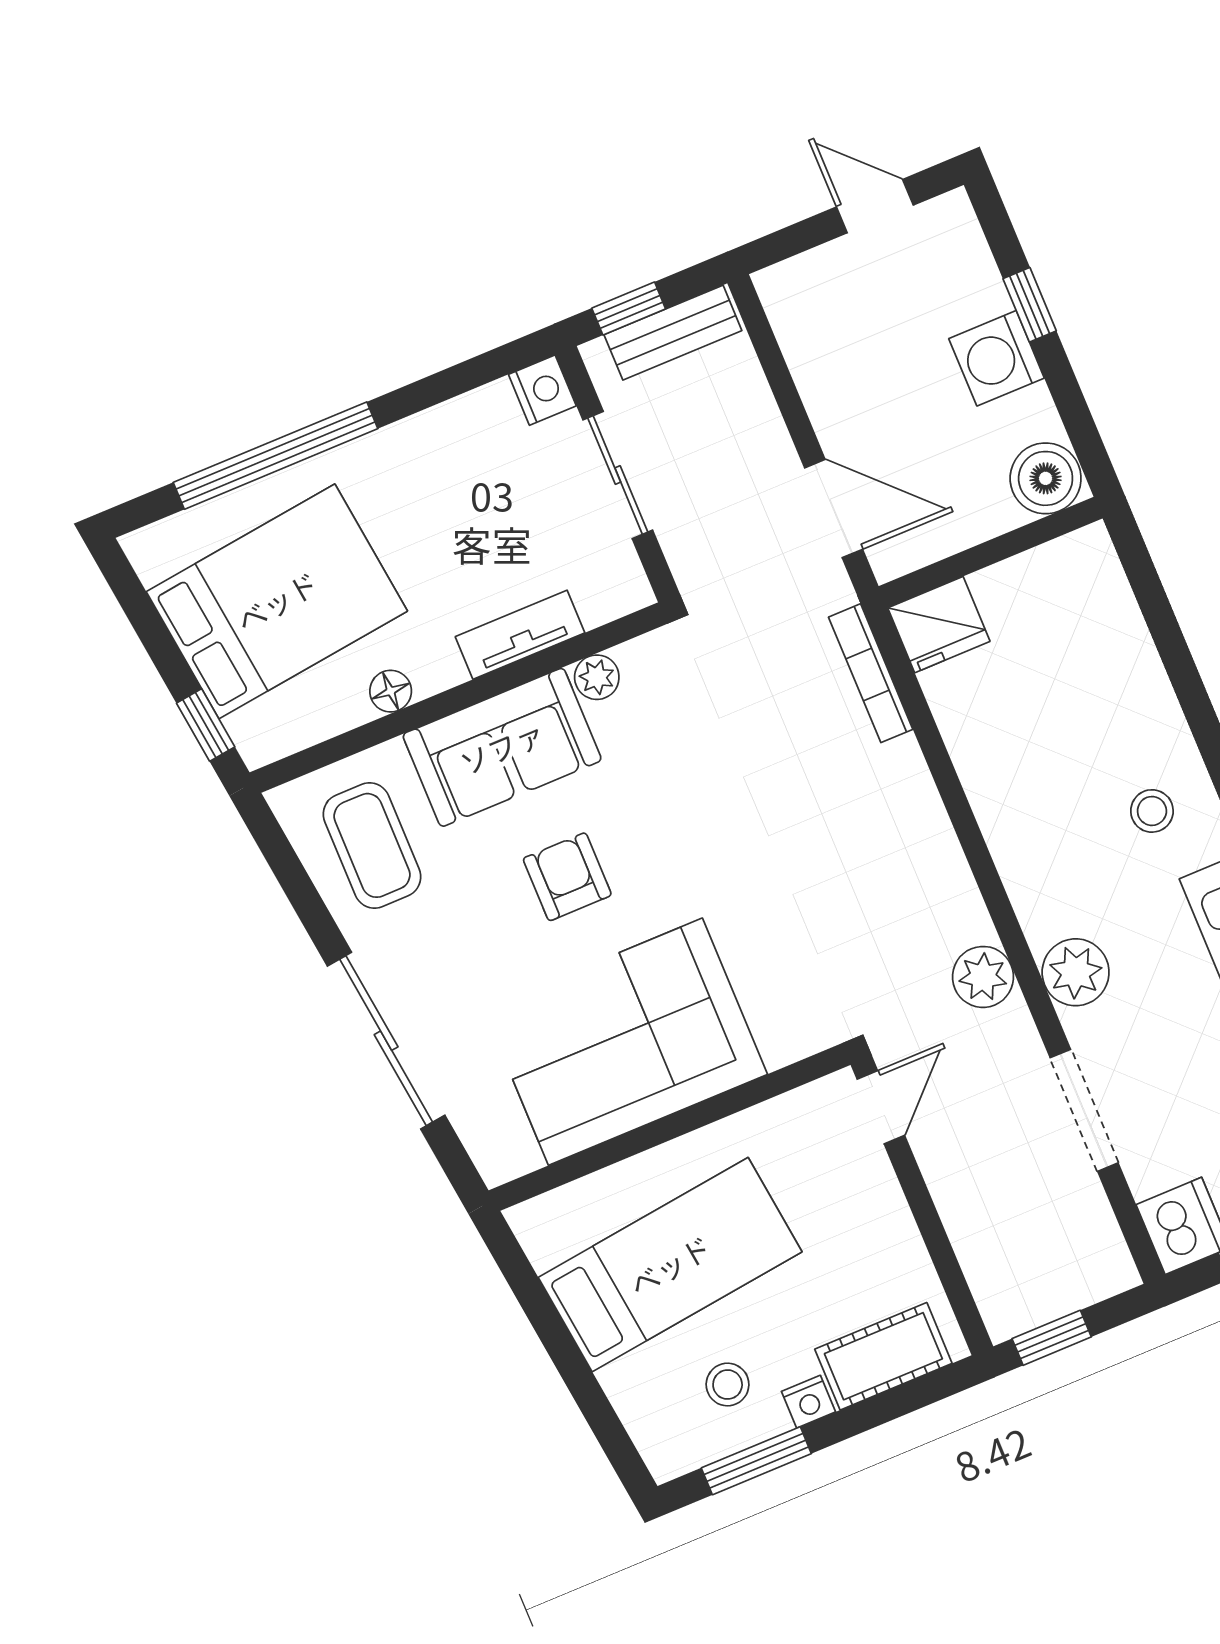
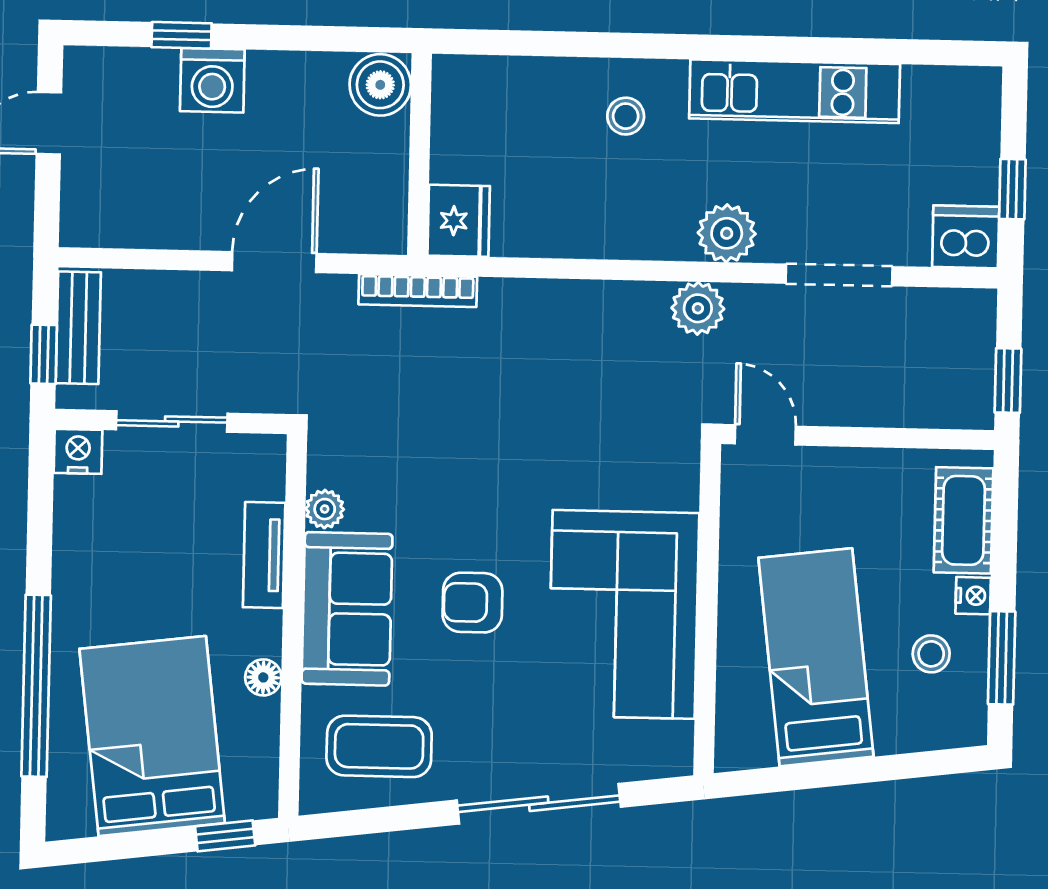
boiler: (1046, 478) -> (380, 85), moved
wall: (991, 552) -> (420, 154), moved
fridge: (939, 625) -> (459, 221), moved

